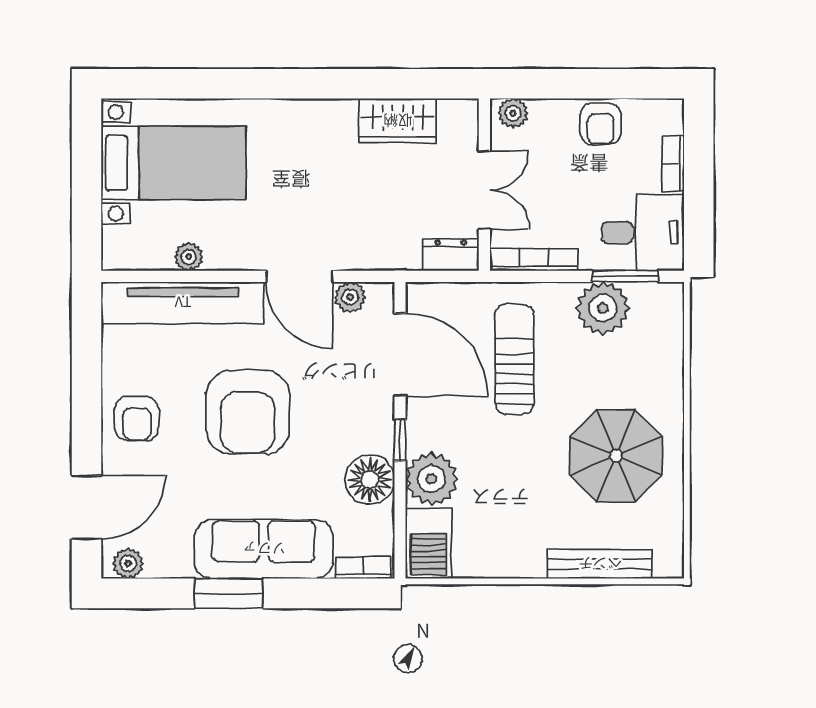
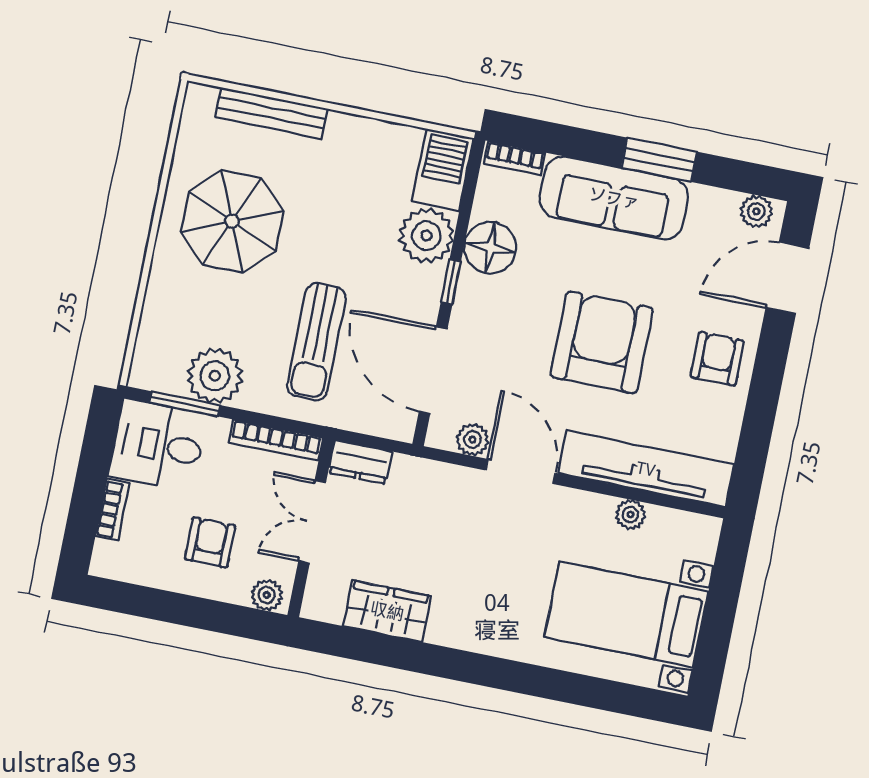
armchair: (601, 124) -> (210, 542), moved

